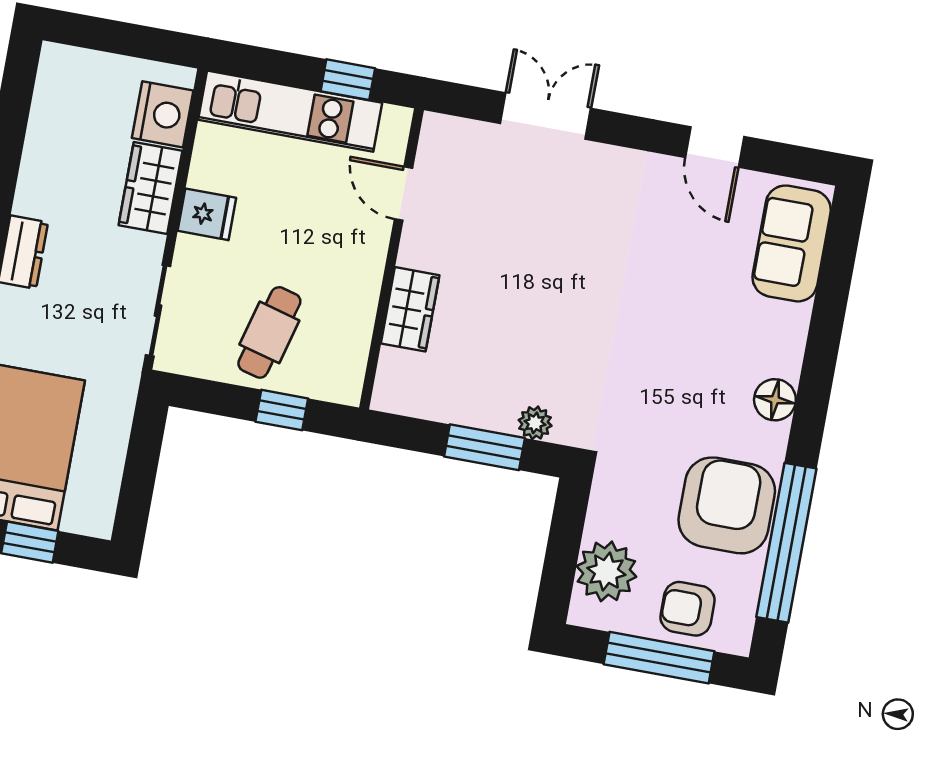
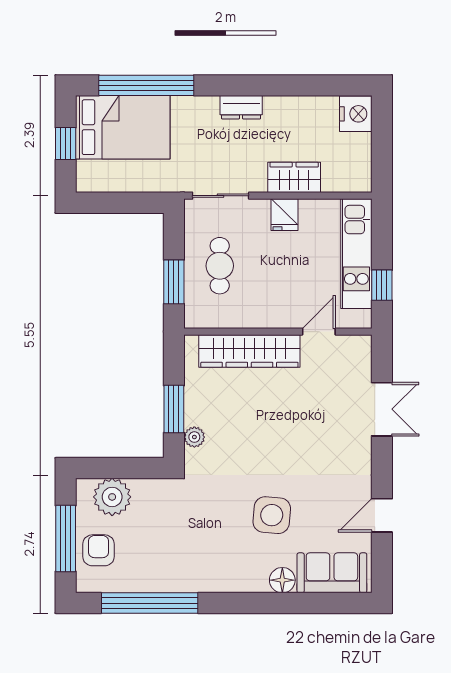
nightstand: (163, 114) -> (356, 114), moved, turned -90
wardrobe: (410, 309) -> (249, 351), width x2.10, depth x1.17
side table: (682, 322) -> (272, 515), added
cafe table: (269, 332) -> (220, 266), turned 75
floor lamp: (775, 400) -> (282, 580), moved
window: (282, 410) -> (174, 282), width x1.50
armchair: (727, 505) -> (166, 563), removed

